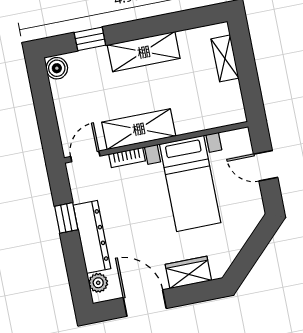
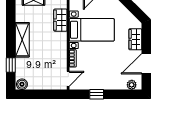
wardrobe: (197, 119) -> (60, 20), added
shelving: (139, 129) -> (60, 50), removed
door: (85, 156) -> (68, 79), swing flipped
dresser: (92, 237) -> (108, 83), removed

